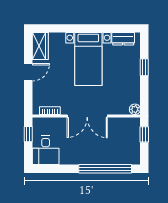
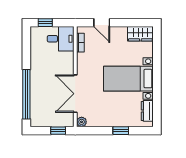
door: (28, 72) -> (102, 23), moved
double door: (87, 116) -> (75, 94), moved
window: (28, 134) -> (45, 23), moved
desk: (46, 150) -> (61, 39), moved, turned 180

